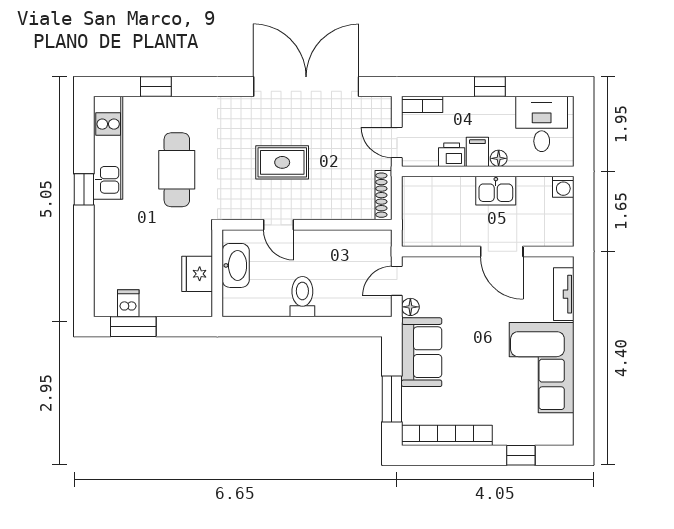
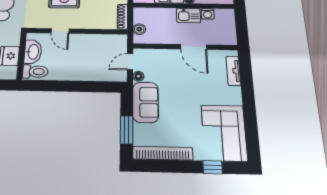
washing machine: (563, 187) -> (208, 14), moved
boiler: (412, 219) -> (139, 29), added
toilet: (302, 297) -> (35, 72), moved, turned 90
corner sofa: (542, 368) -> (224, 133), moved

